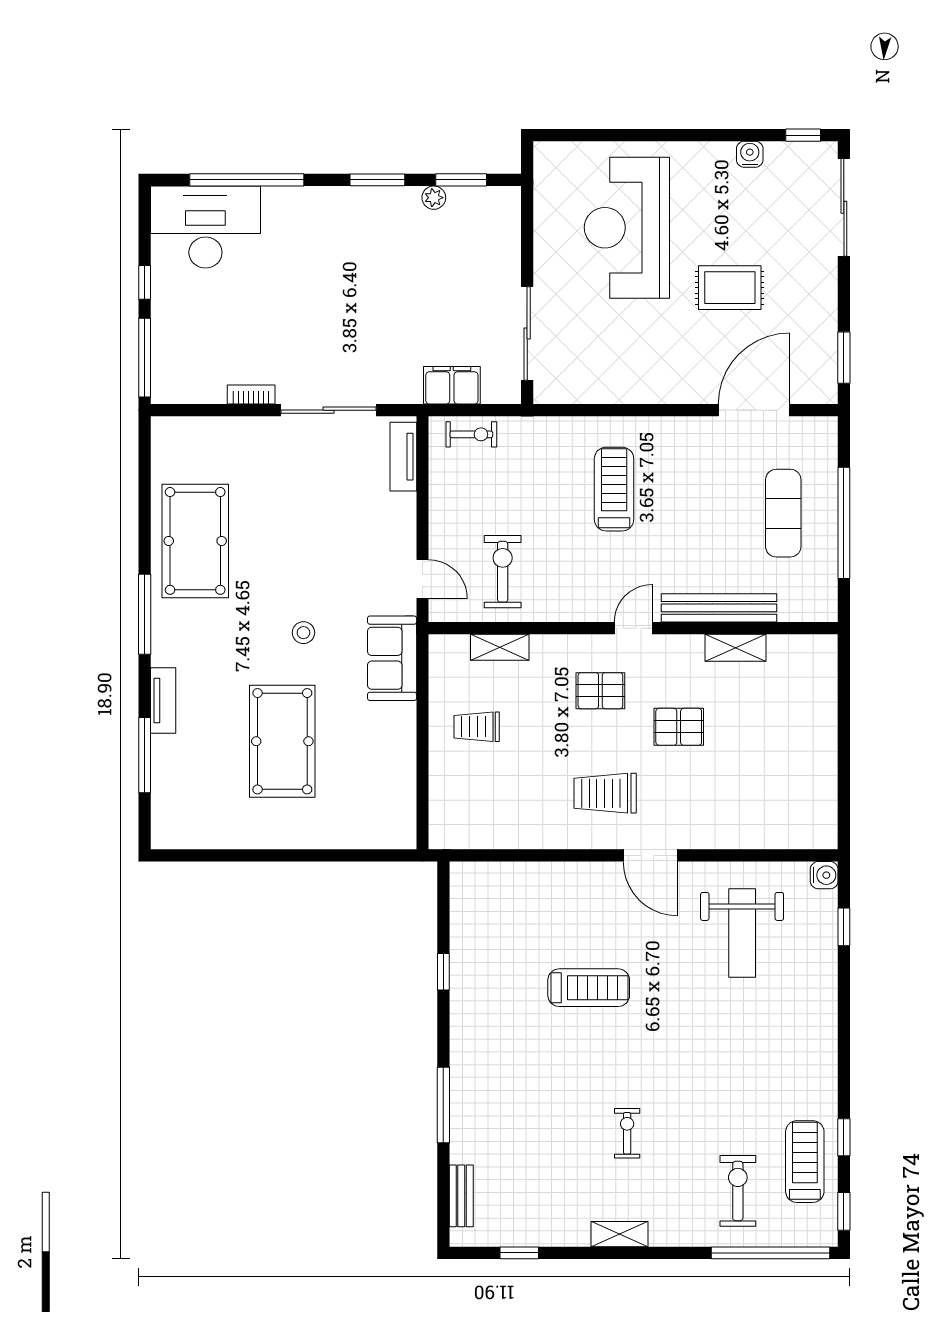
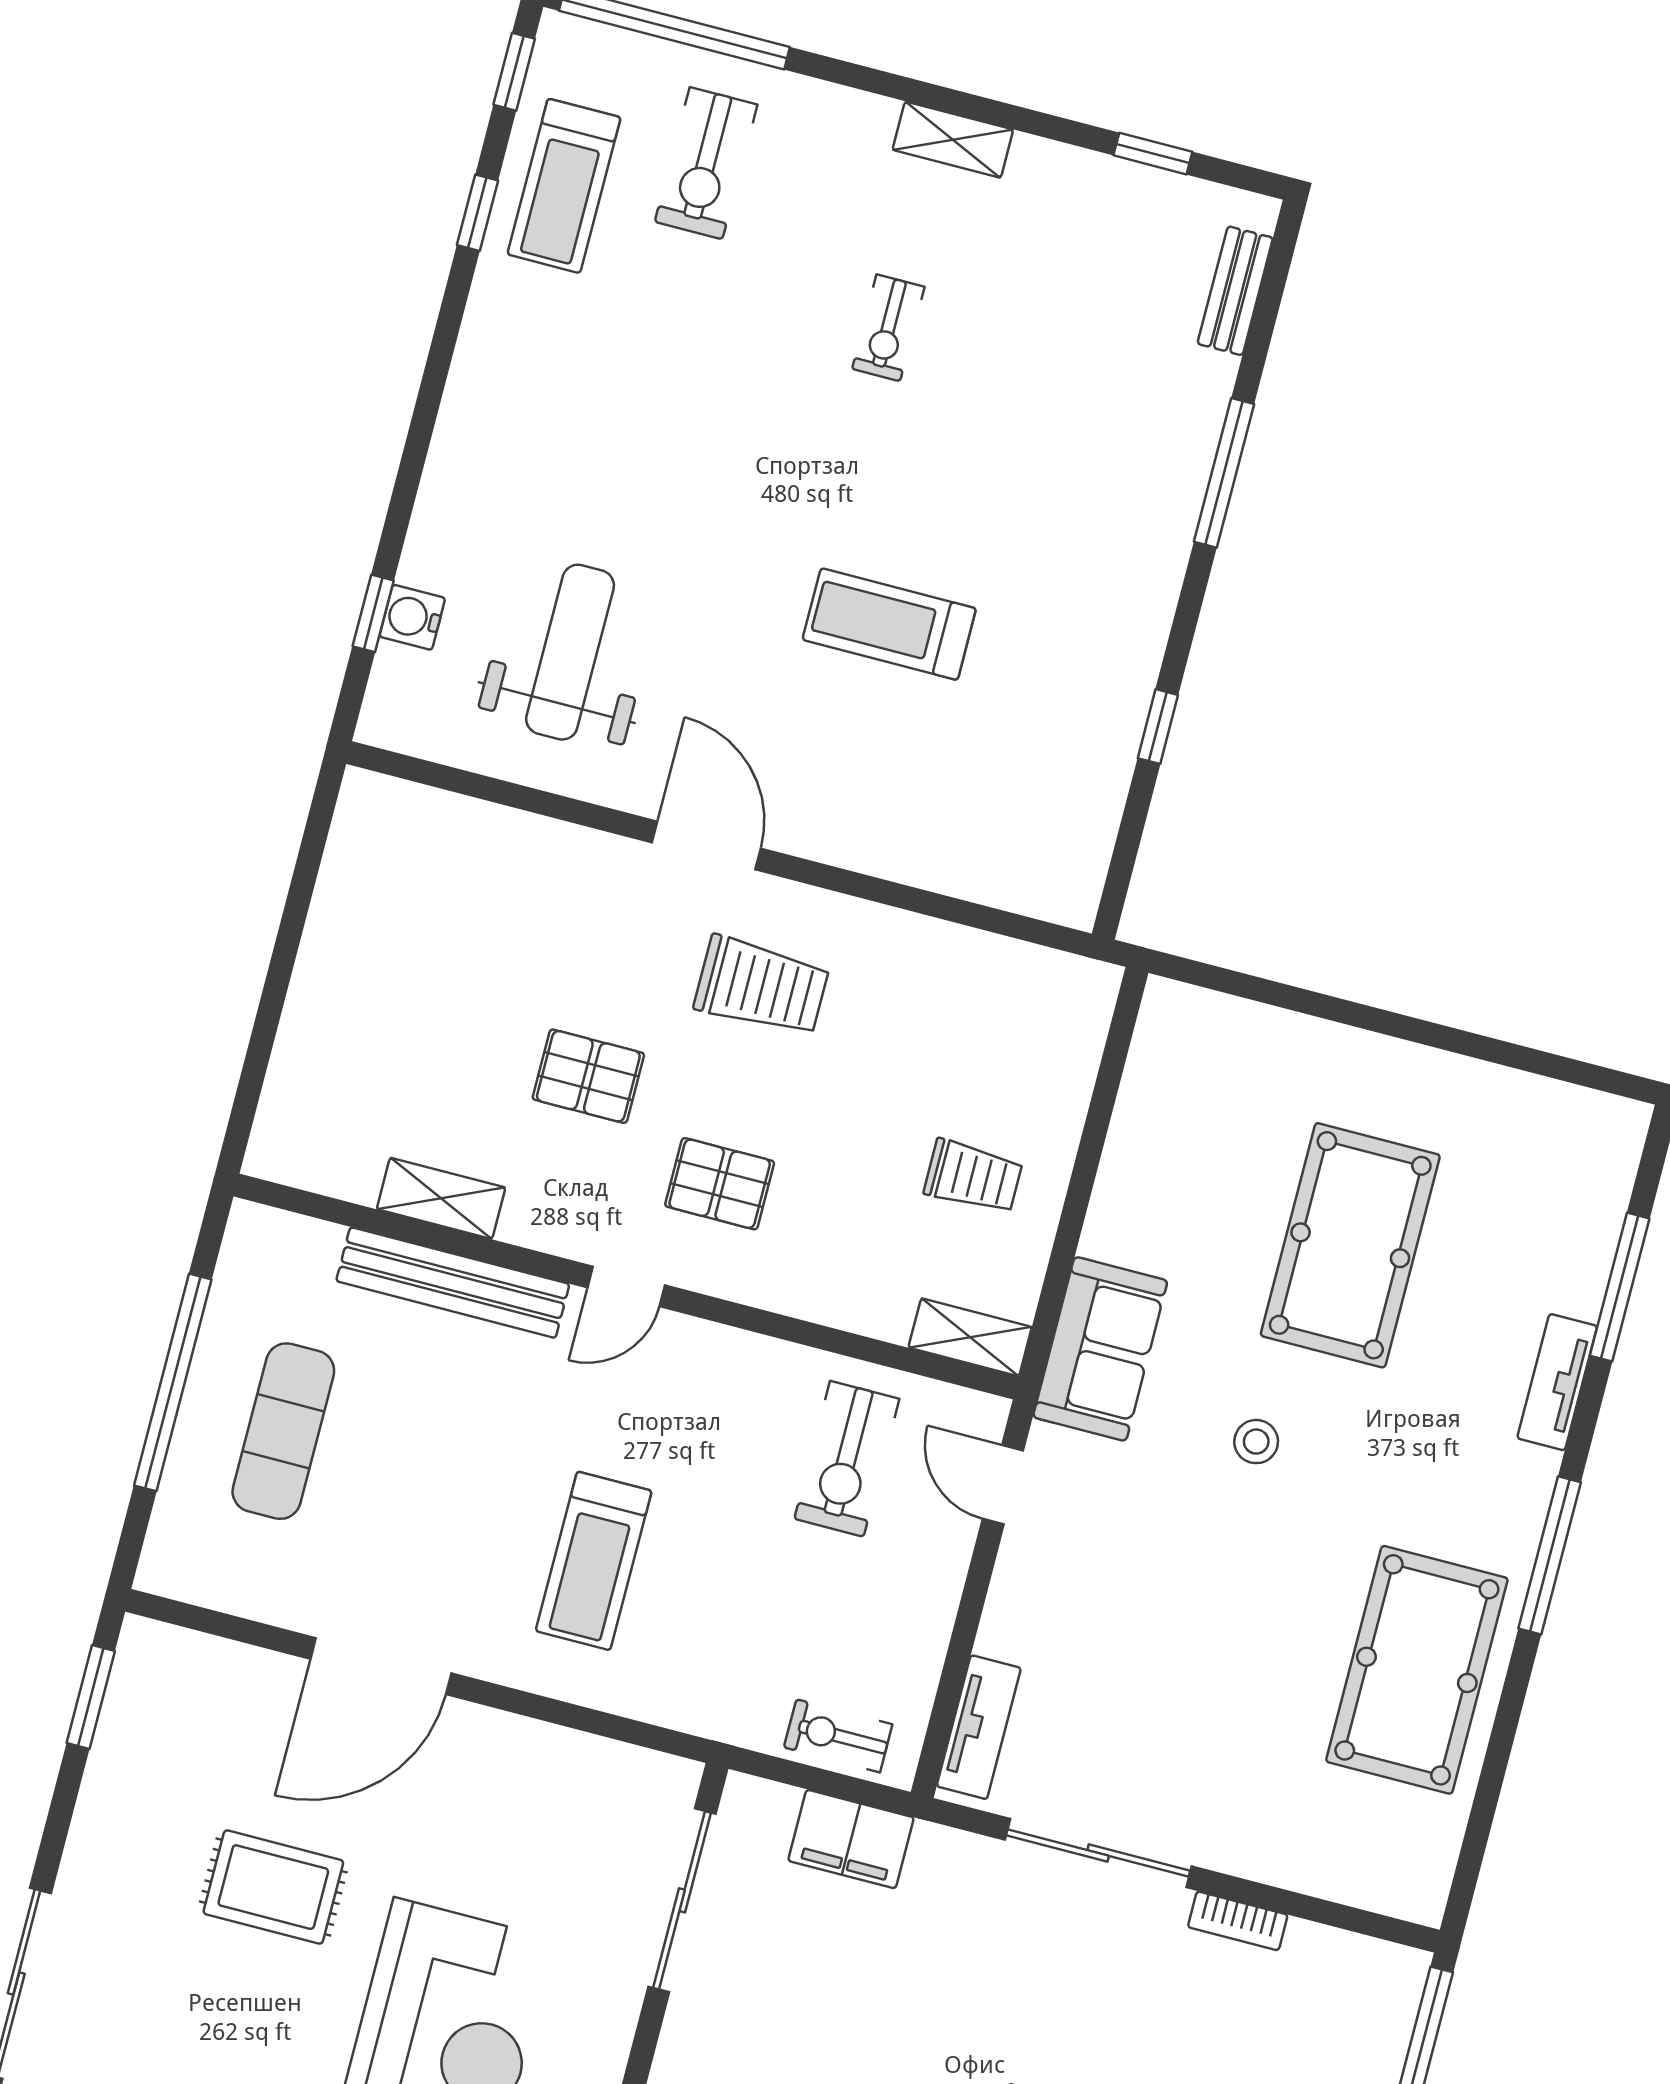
door: (754, 410) -> (381, 1666), moved
shelving: (500, 647) -> (970, 1337), moved
water cooler: (824, 875) -> (412, 617), moved

